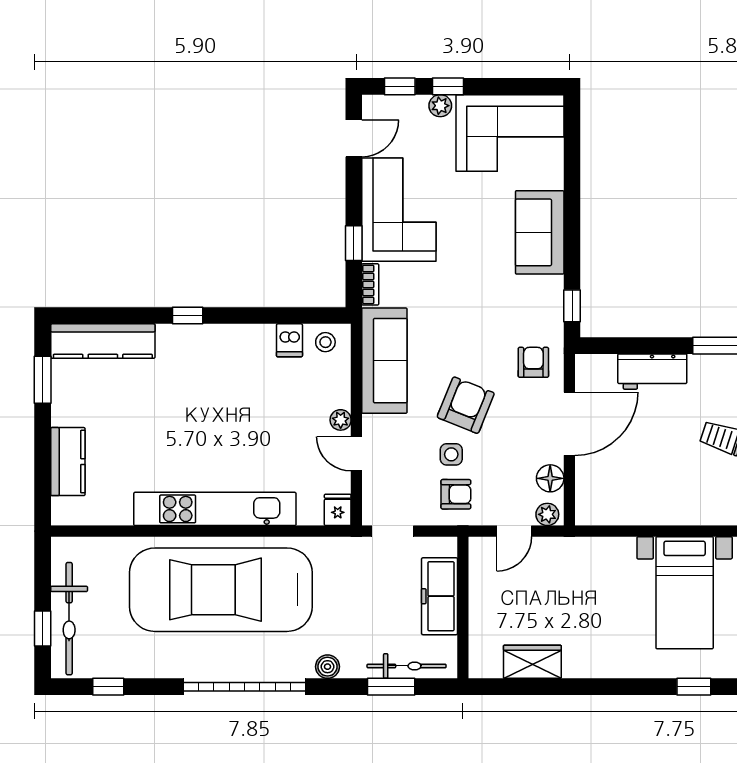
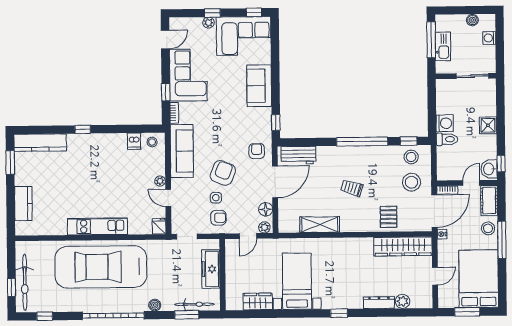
window: (400, 86) -> (254, 12), moved
workbench: (652, 372) -> (298, 155), moved
kitchen unit: (215, 509) -> (97, 226), width x0.73
shelving: (657, 510) -> (320, 225), added
bed with nightstands: (685, 593) -> (297, 281), moved, turned 180

